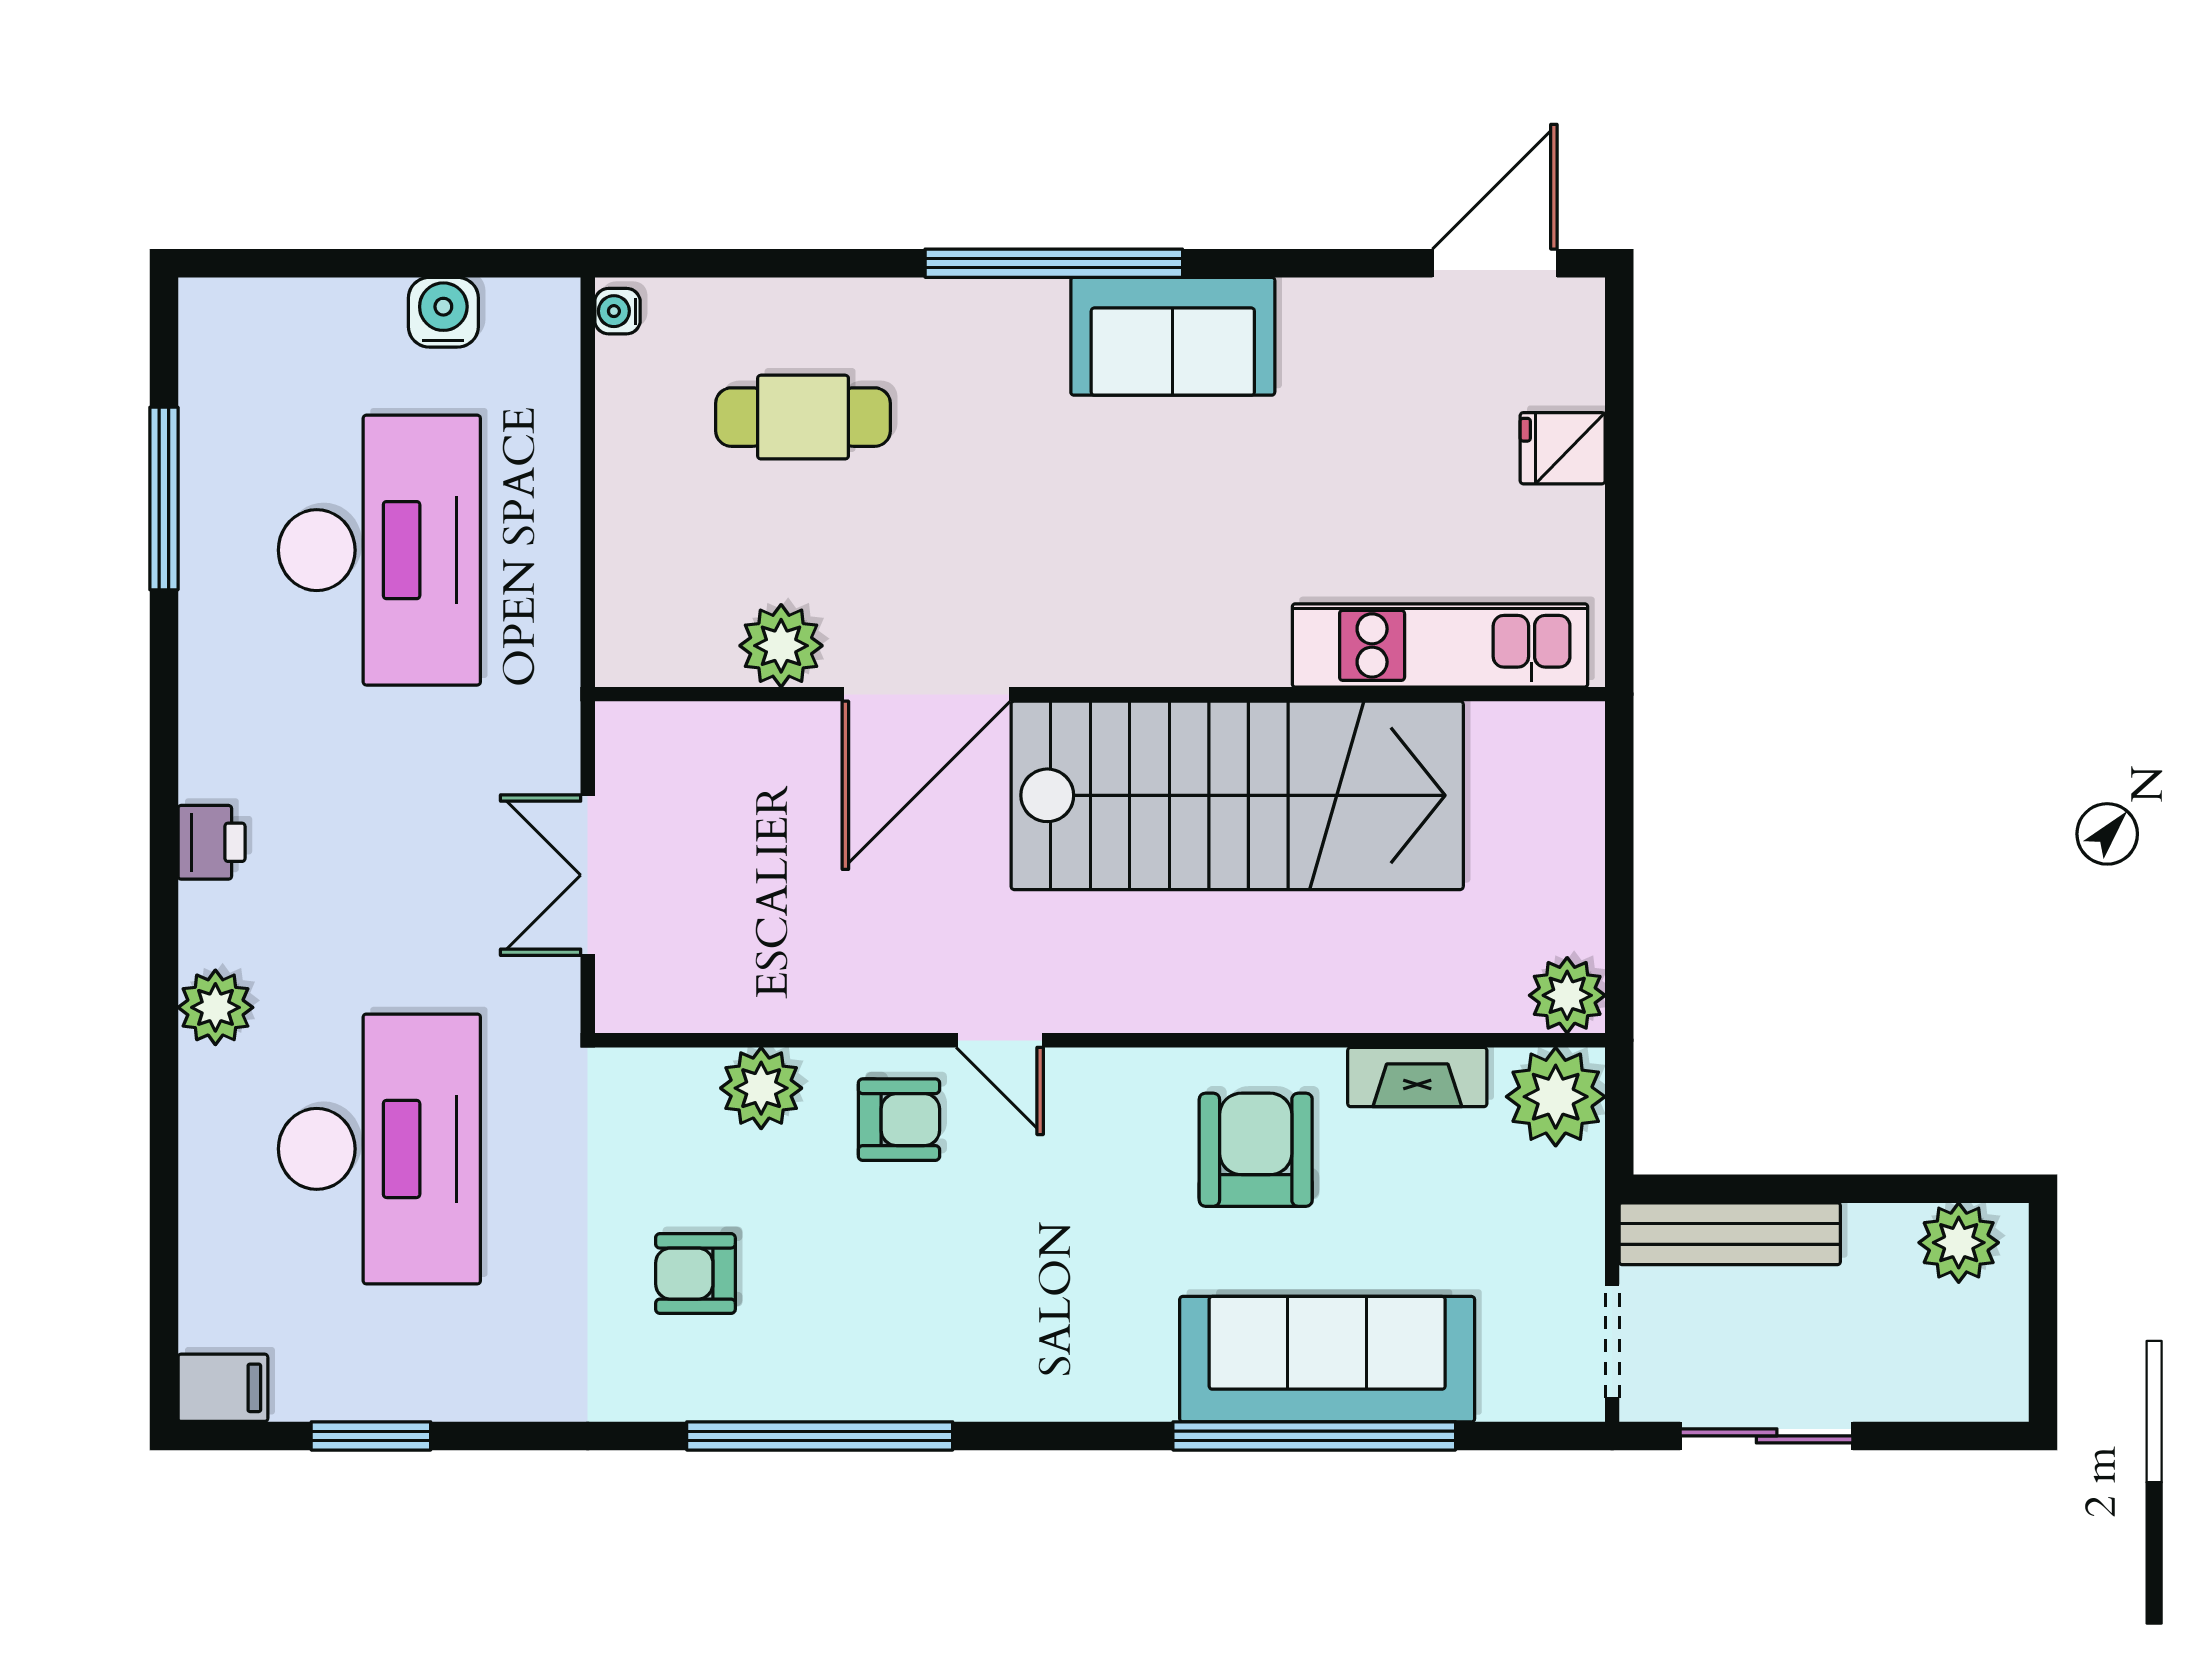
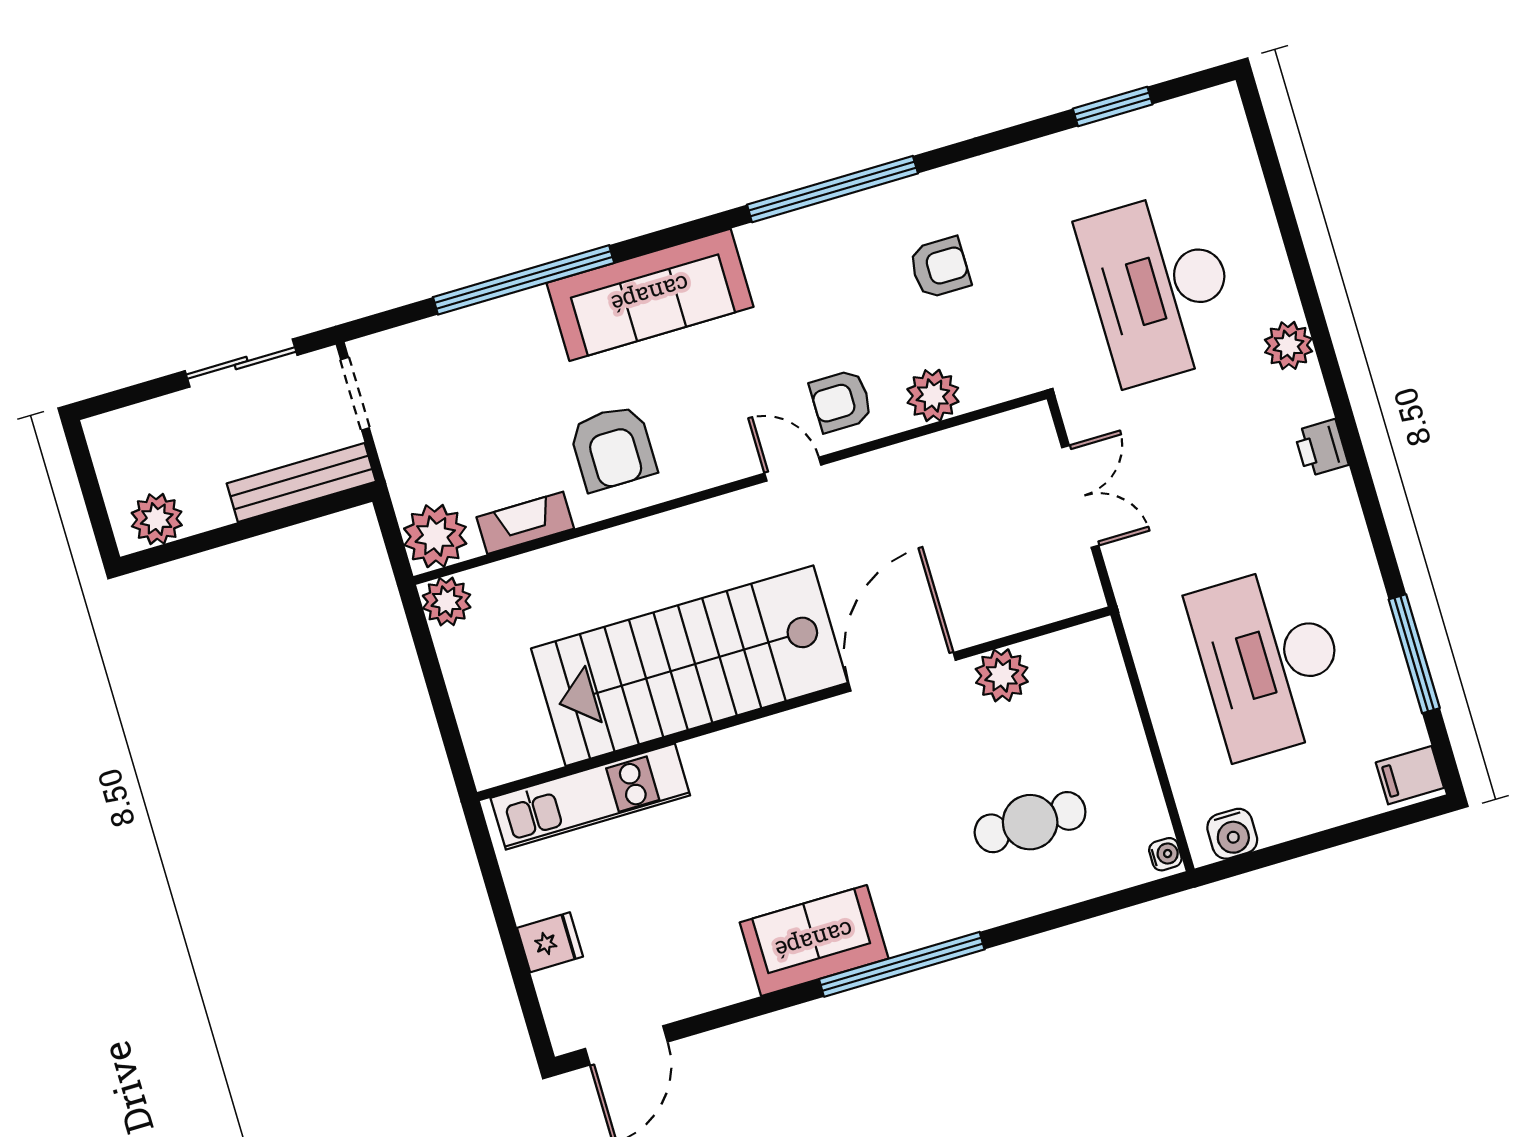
water cooler: (443, 312) -> (1232, 834), moved
sofa: (1327, 1359) -> (650, 295), moved
filing cabinet: (223, 1388) -> (1410, 775), moved

